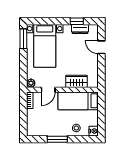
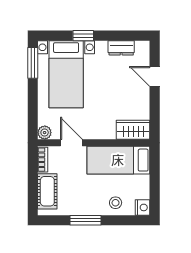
window: (77, 21) -> (83, 36), moved
wardrobe: (76, 81) -> (133, 130), moved
door: (48, 90) -> (71, 143), swing flipped
cot: (33, 121) -> (47, 191), added

